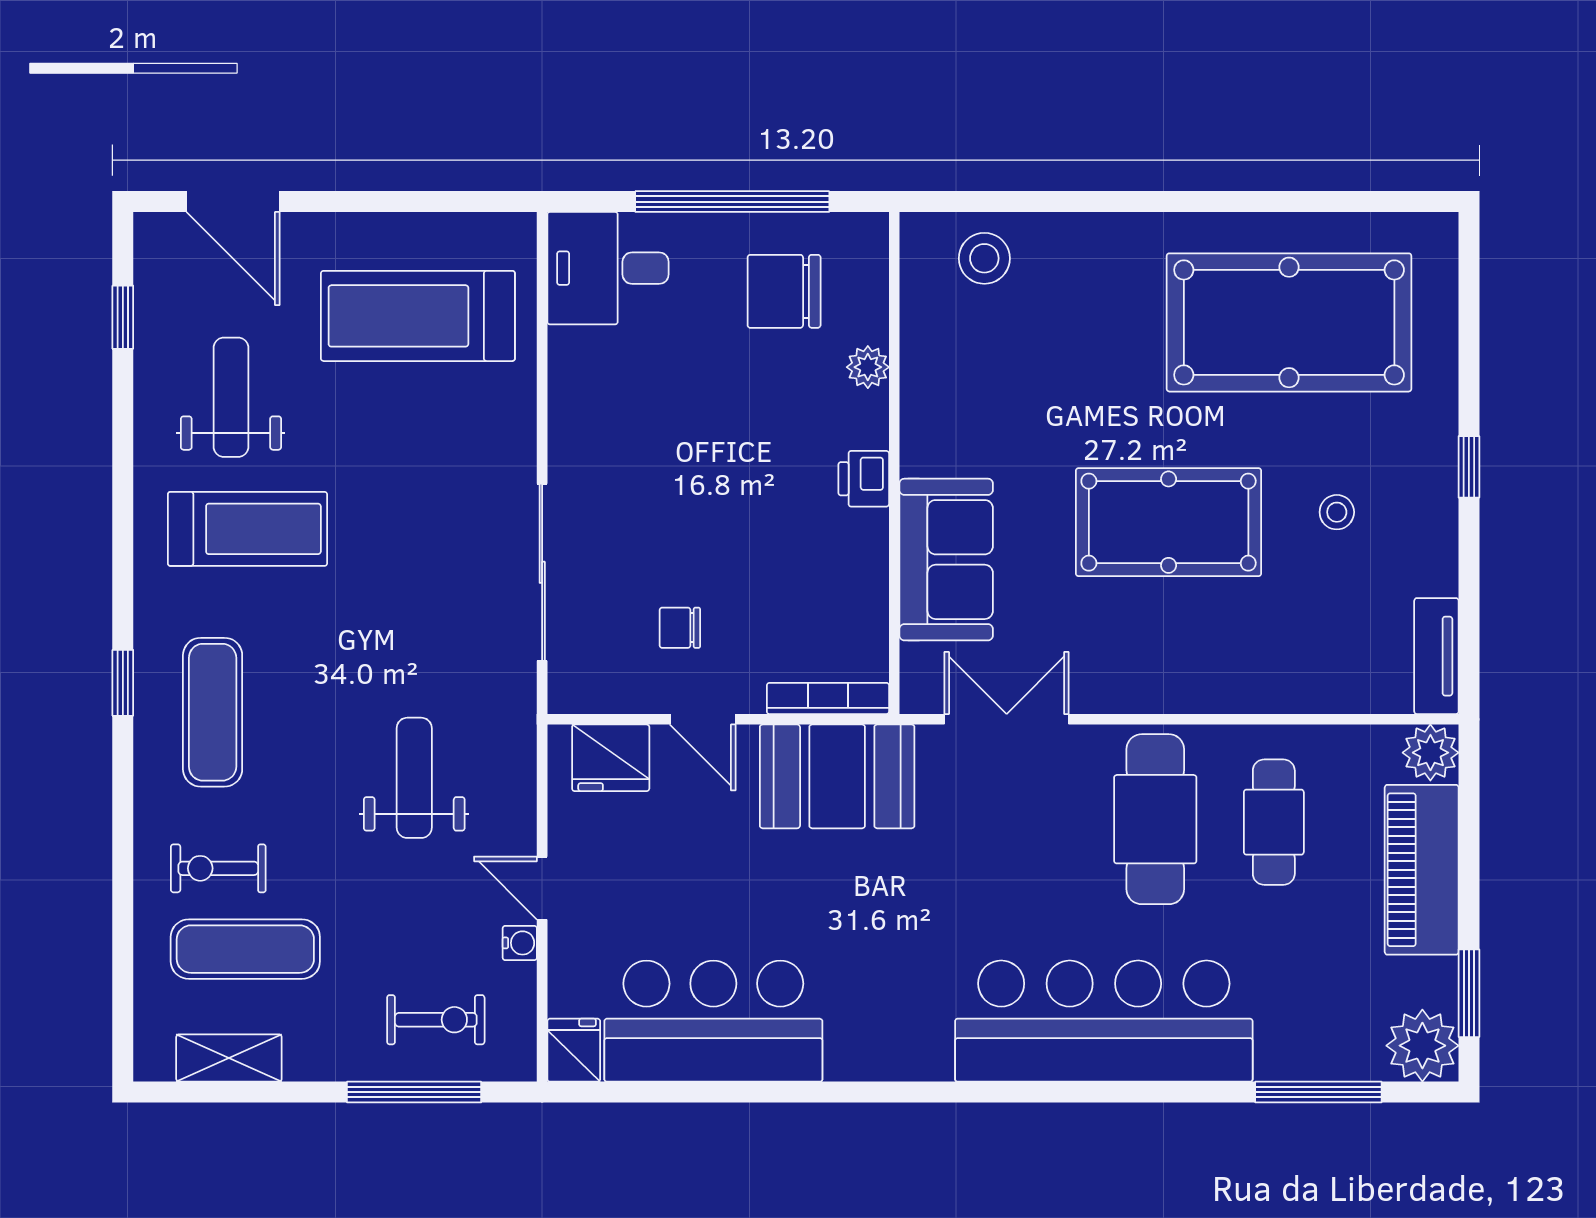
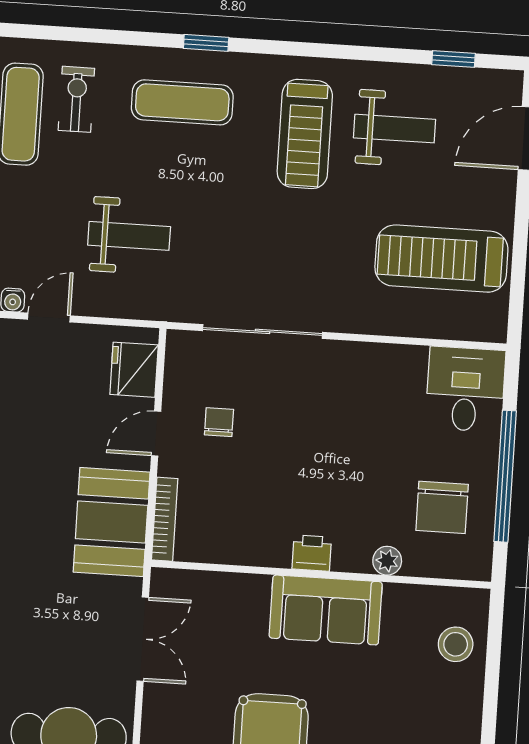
chair: (784, 291) -> (442, 507), turned 180
treadmill: (418, 316) -> (441, 259), turned -90
sofa: (946, 560) -> (326, 610), moved

